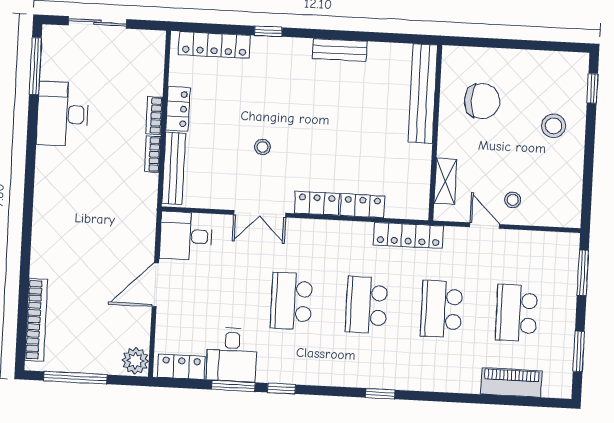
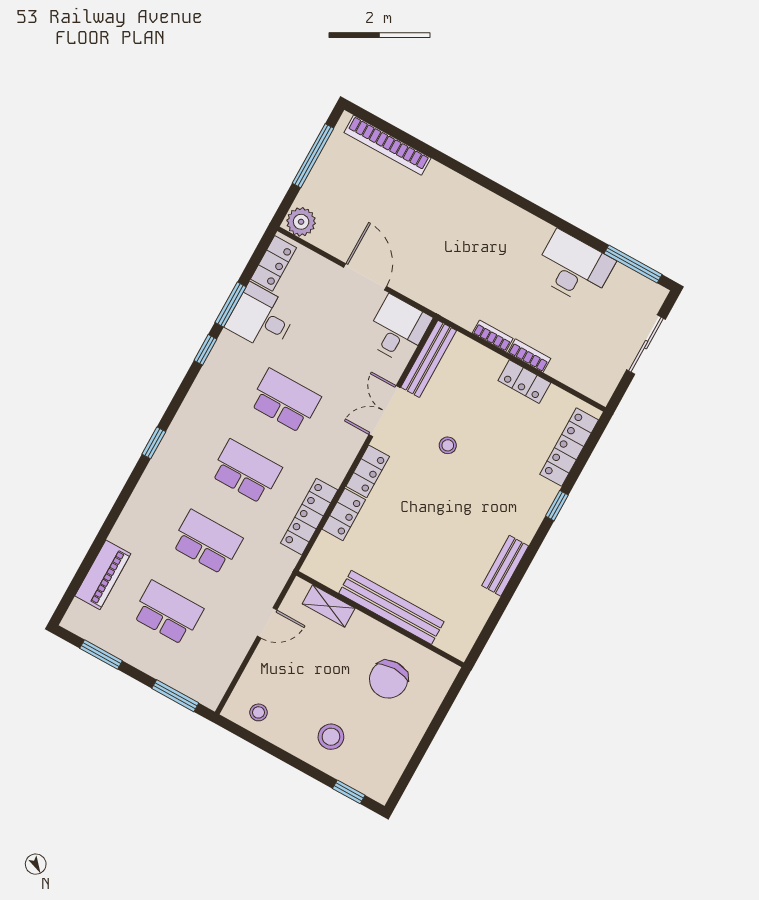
bench: (423, 93) -> (391, 607), moved
bench: (174, 168) -> (429, 359), moved, turned 90
stool: (513, 200) -> (258, 712), moved
locker: (408, 235) -> (309, 517), moved

